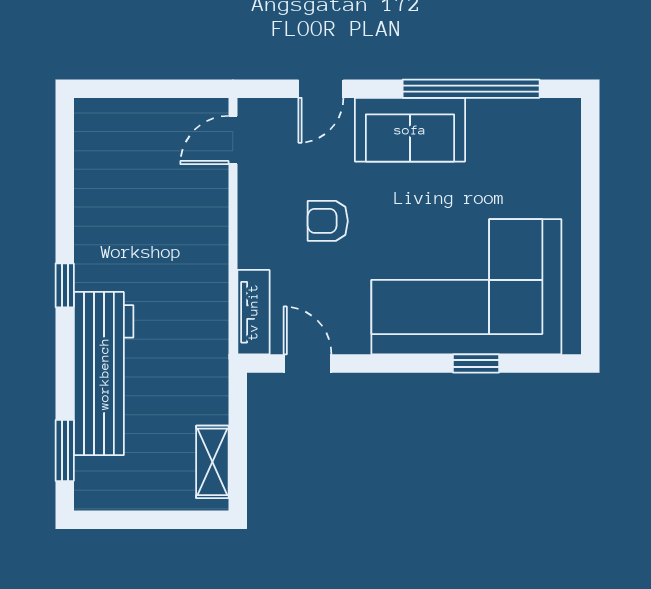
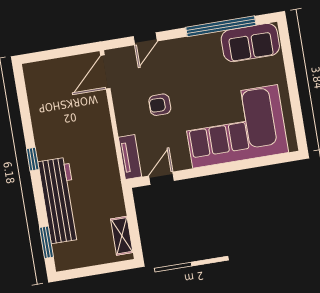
sofa: (410, 130) -> (250, 43), moved
door: (233, 140) -> (105, 72), width x1.38
door: (308, 363) -> (161, 178), hinge flipped
window: (476, 363) -> (246, 164), removed

